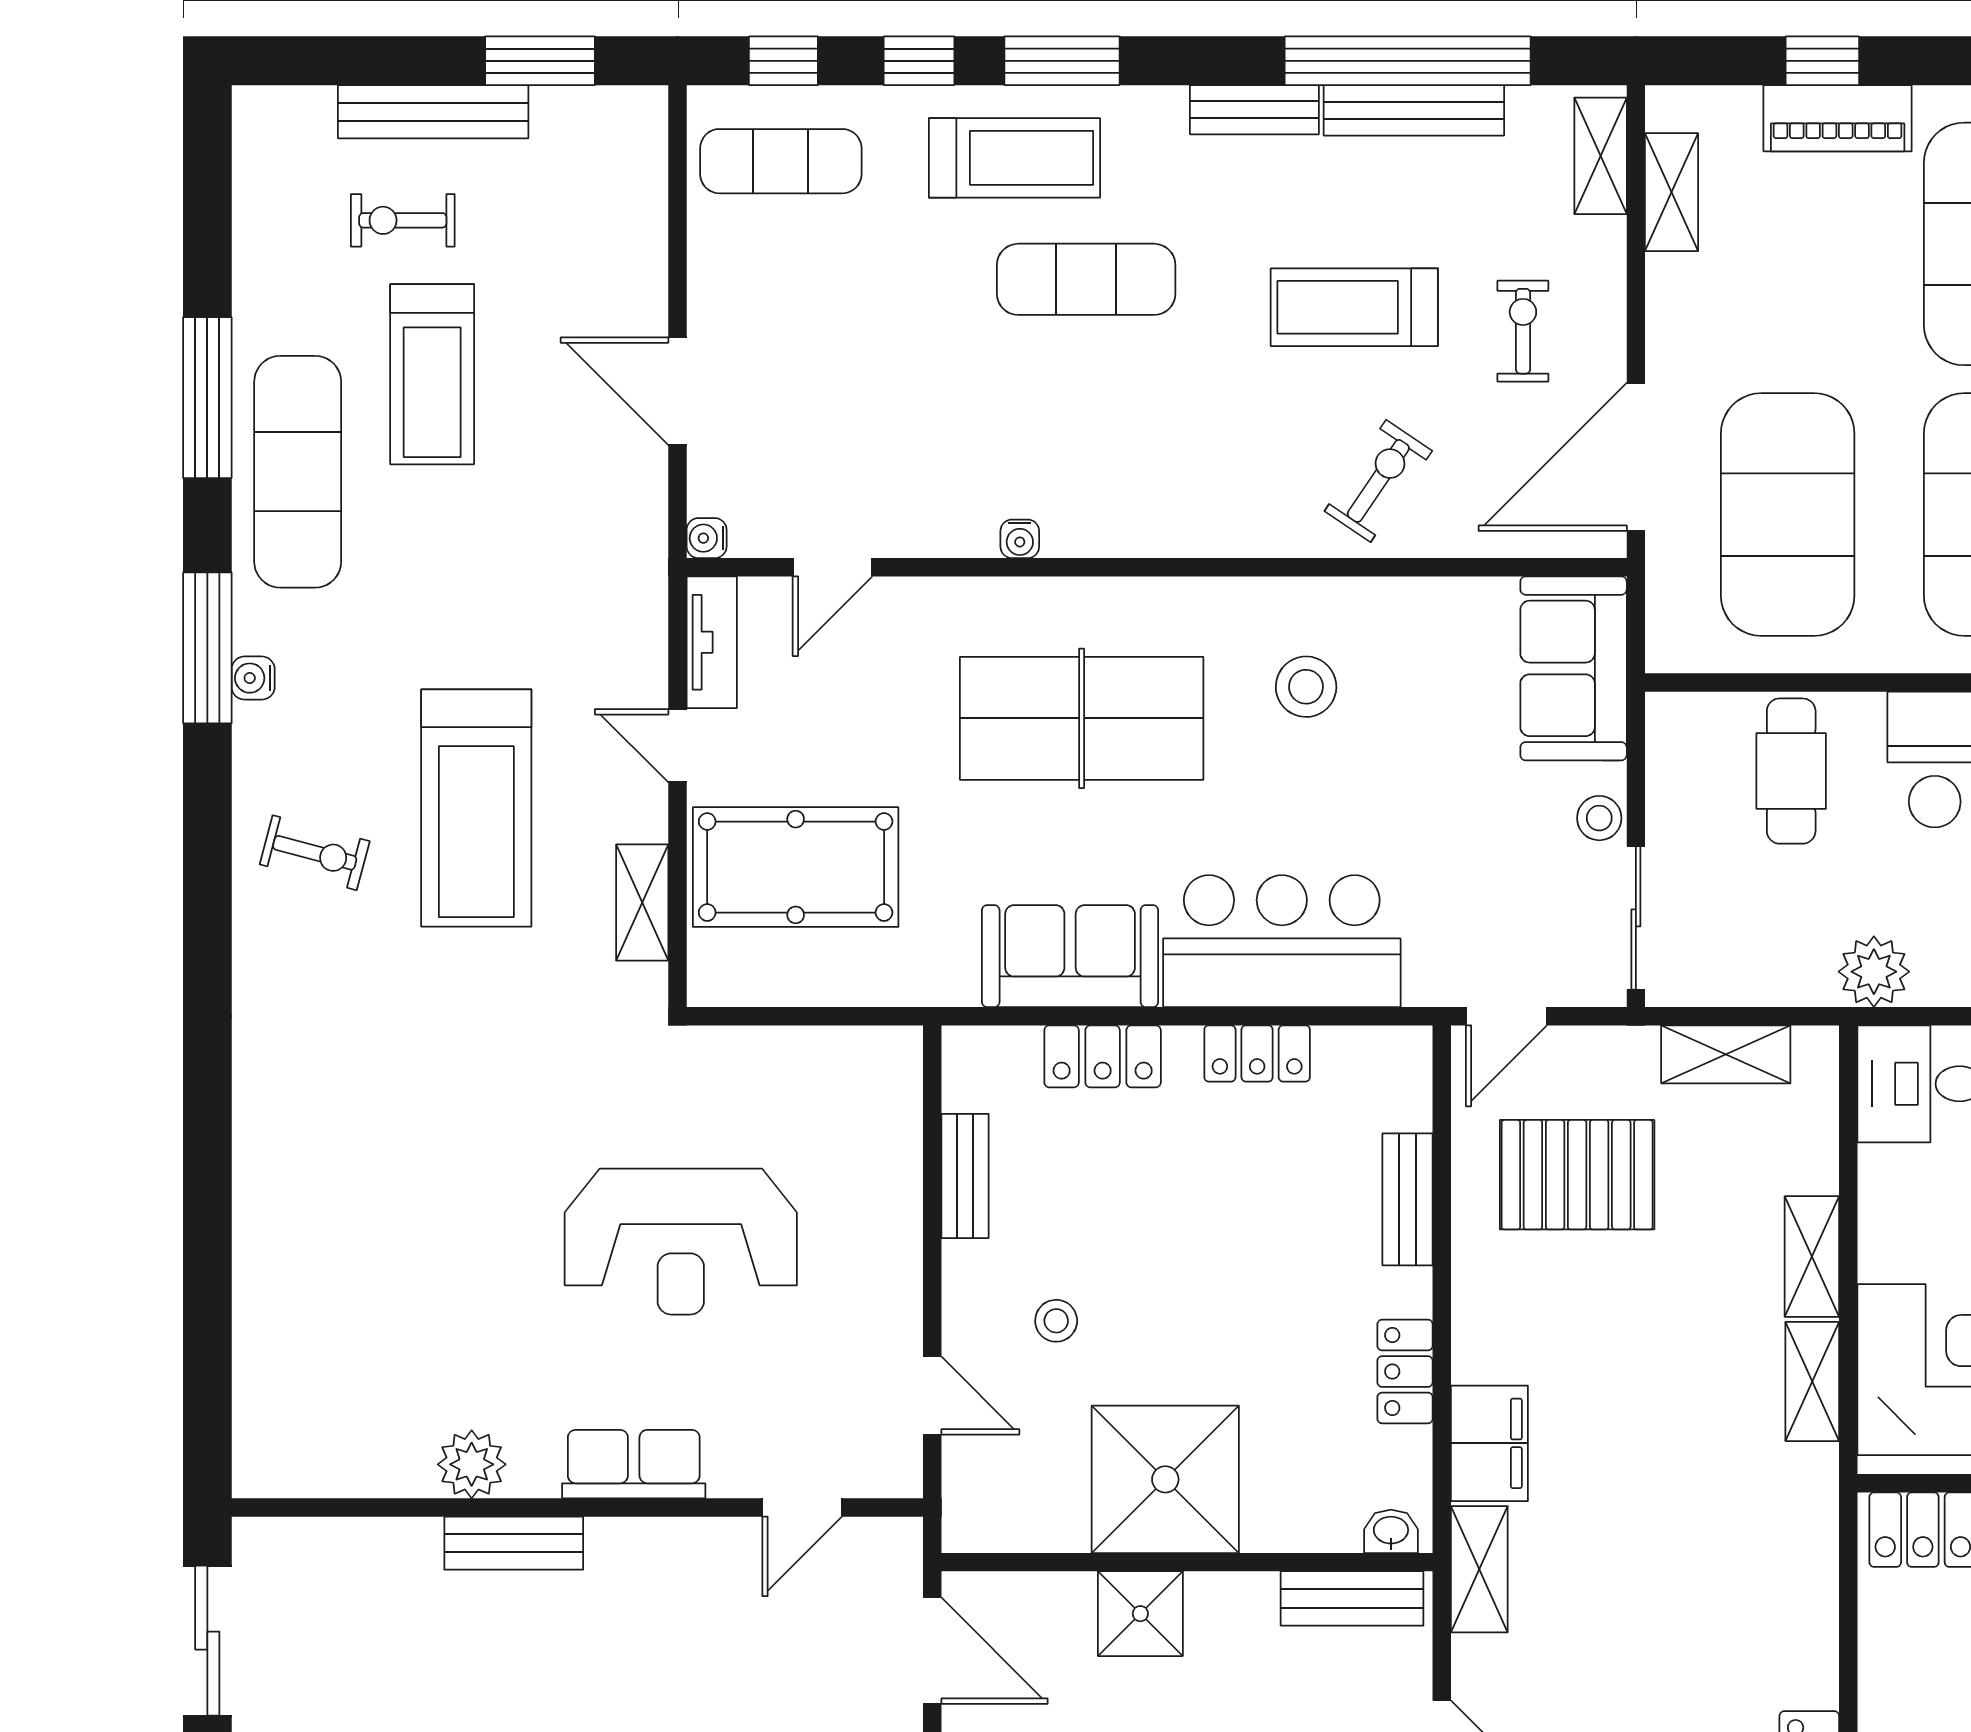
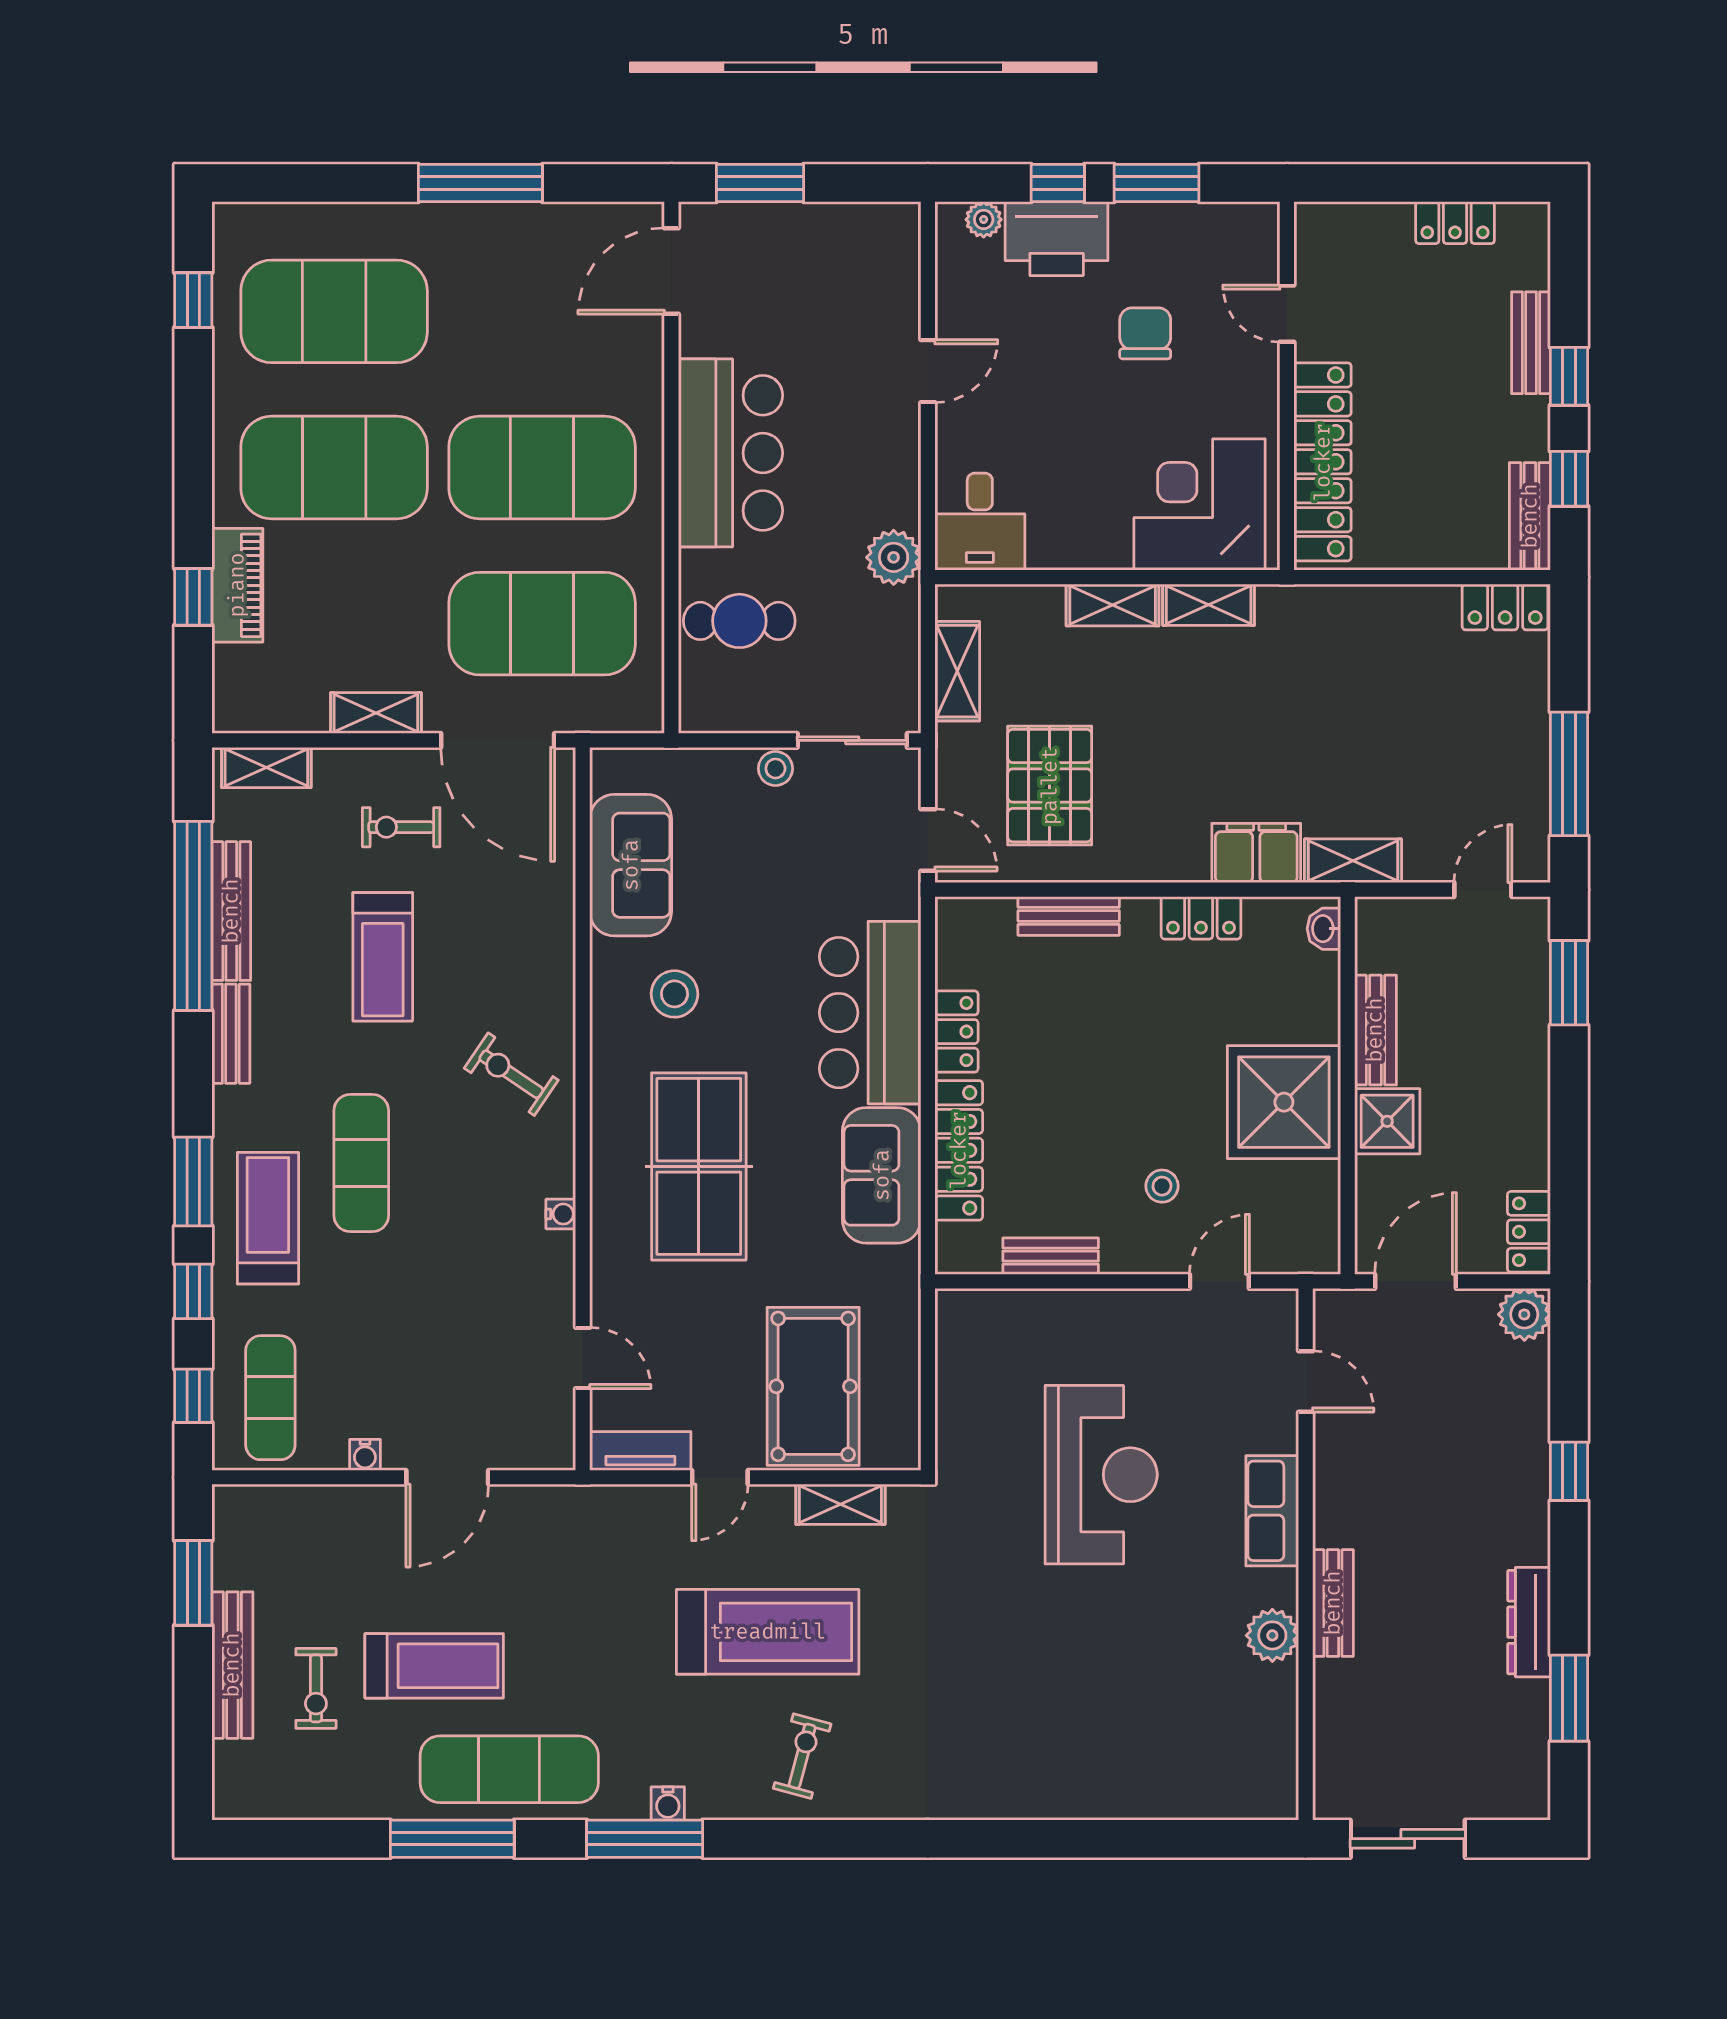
shelving: (1672, 192) -> (376, 713), moved
exercise bike: (1378, 481) -> (511, 1074), moved
water cooler: (707, 538) -> (365, 1455), moved
sofa: (1574, 668) -> (631, 865), moved, turned -90
locker: (1103, 1056) -> (959, 1150), width x1.53
bench: (1352, 1598) -> (1375, 1030), moved

